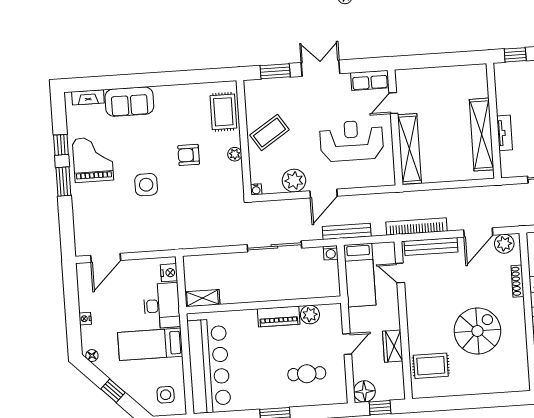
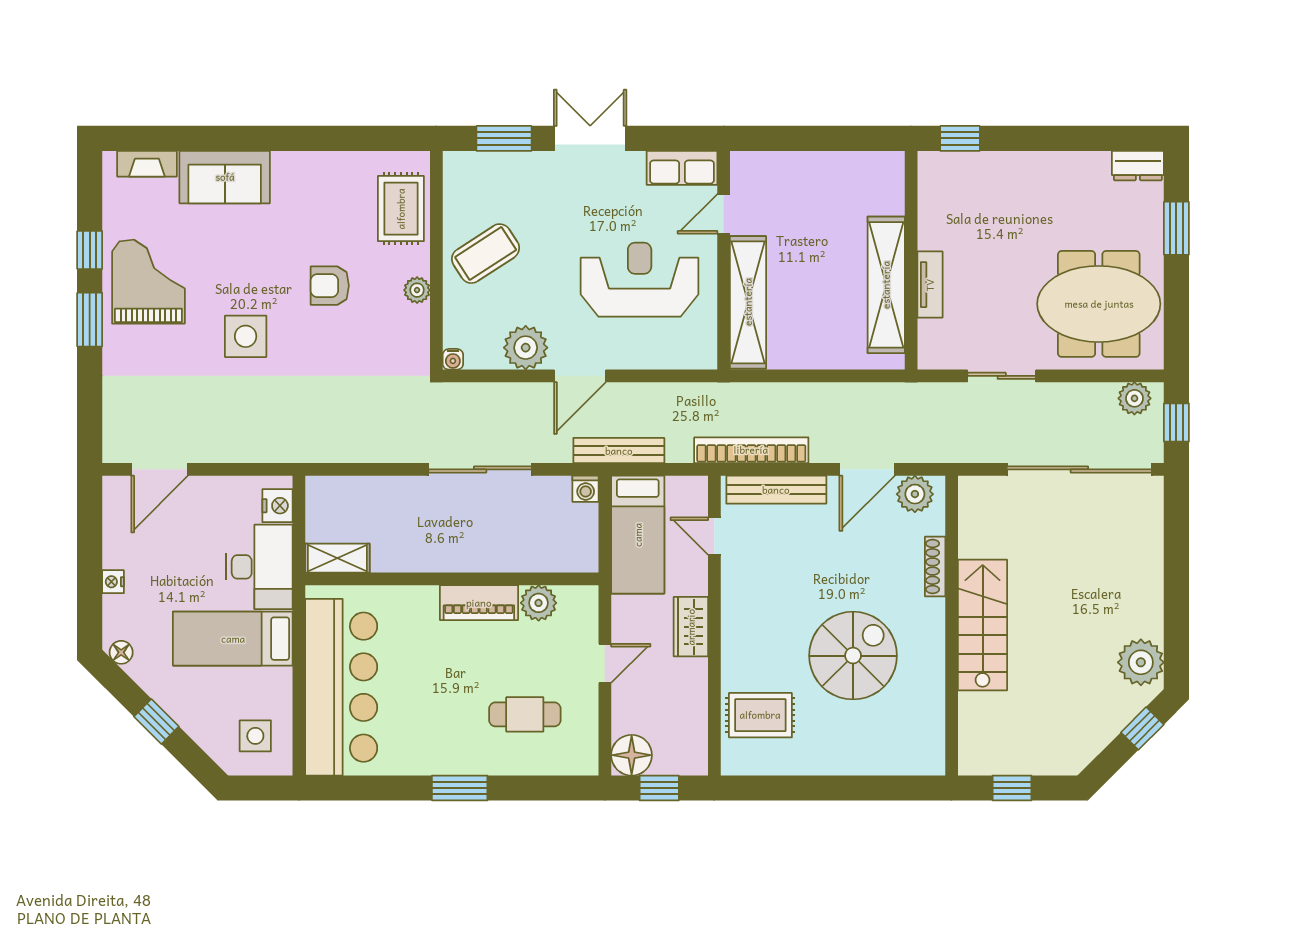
wardrobe: (393, 346) -> (691, 627), moved

